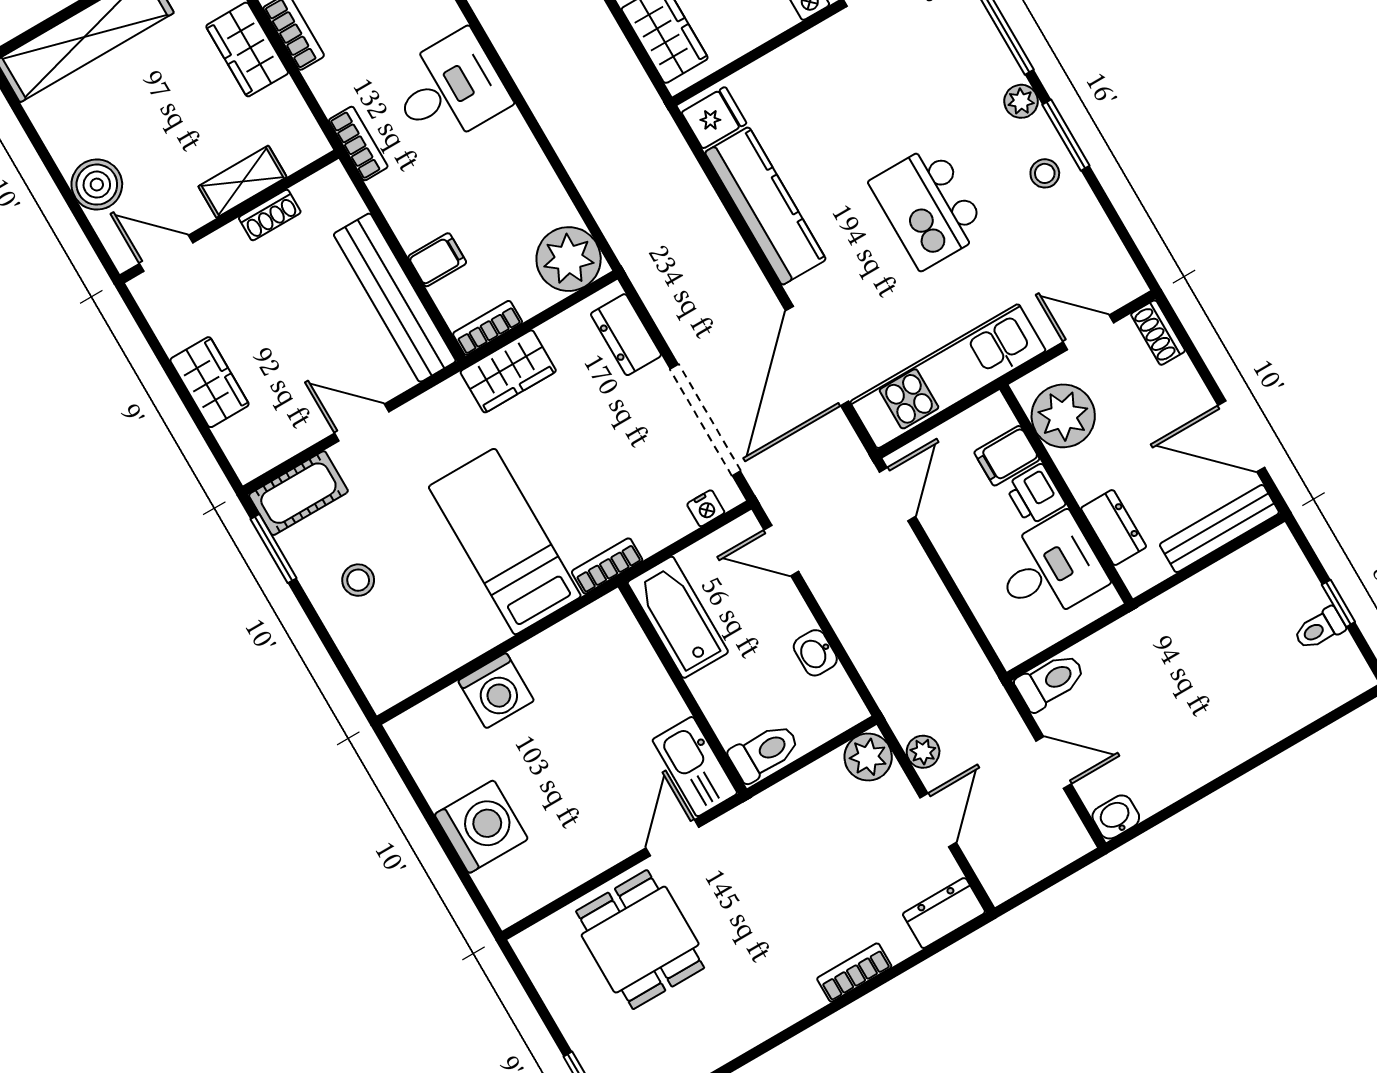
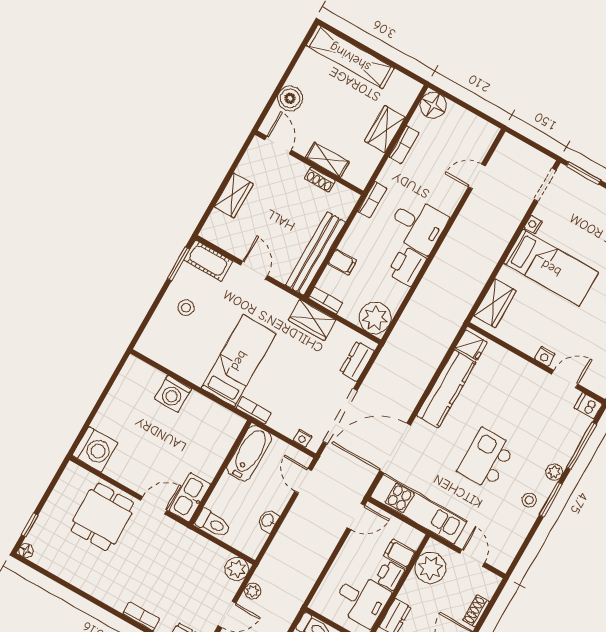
printer: (510, 150) -> (407, 266), added
shoe rack: (1158, 333) -> (476, 611), moved
washing machine: (481, 827) -> (95, 449), moved

